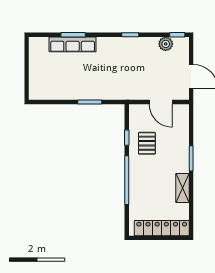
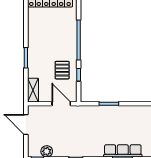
door: (161, 102) -> (61, 104), moved
shelving: (183, 188) -> (33, 90), moved

